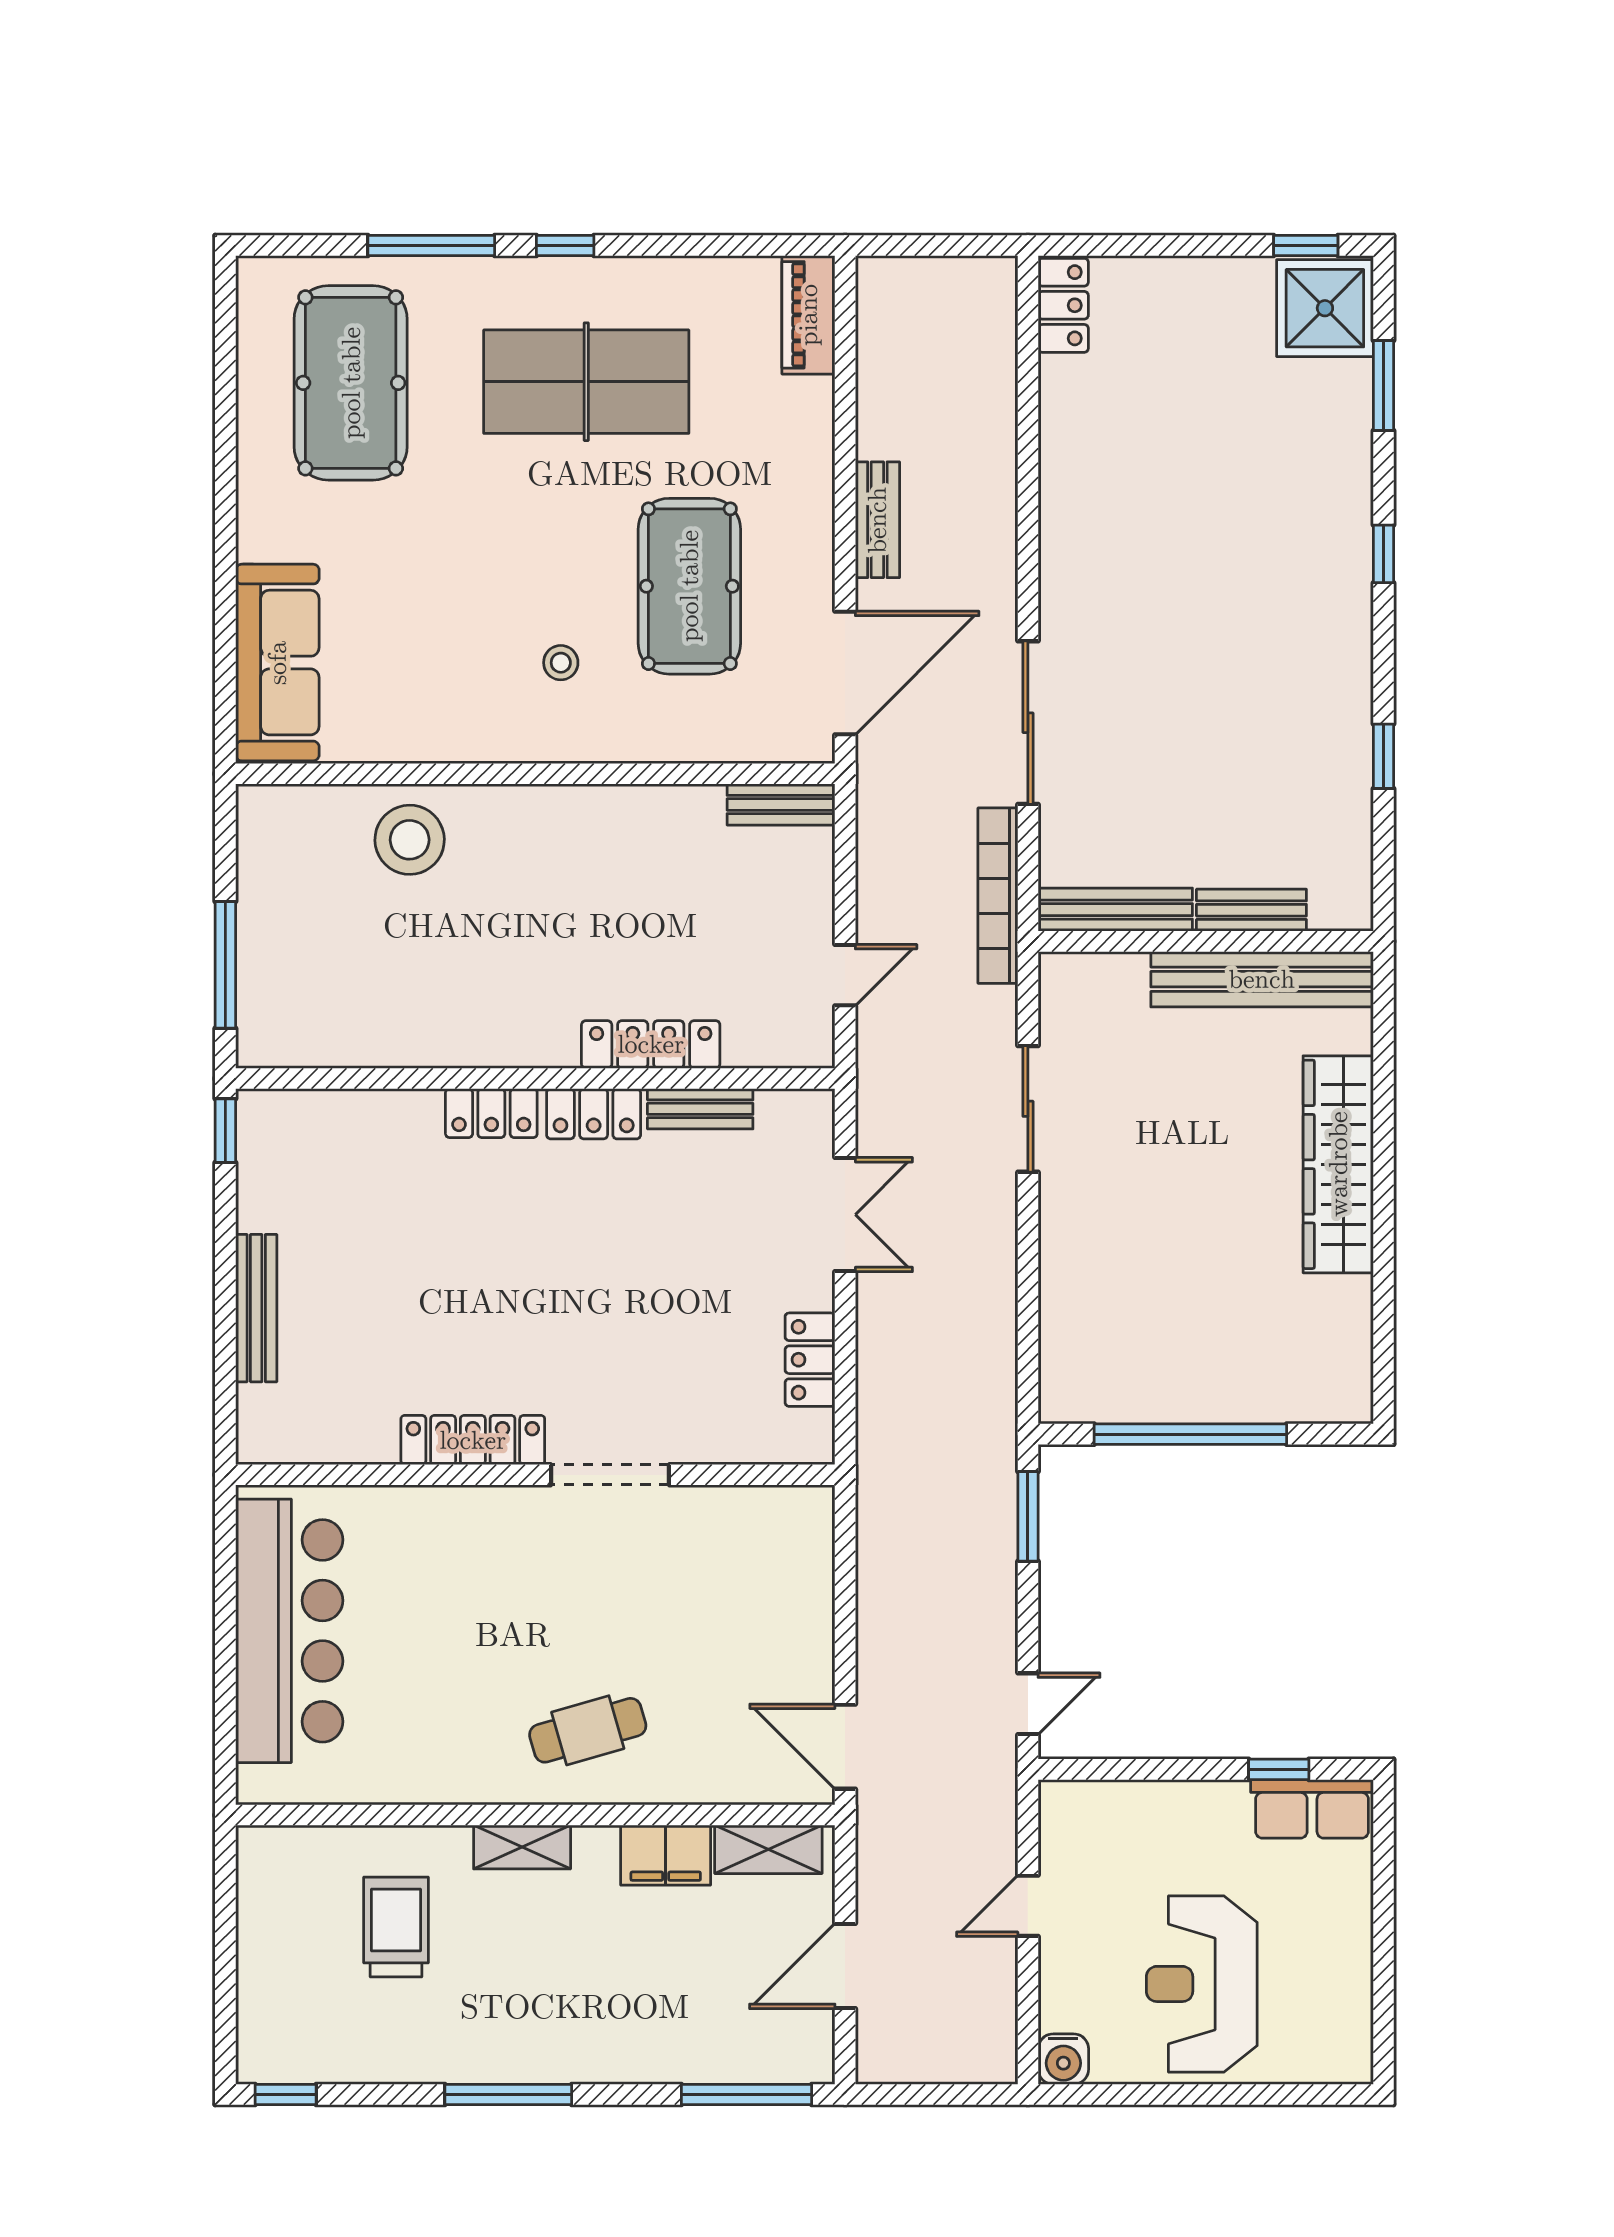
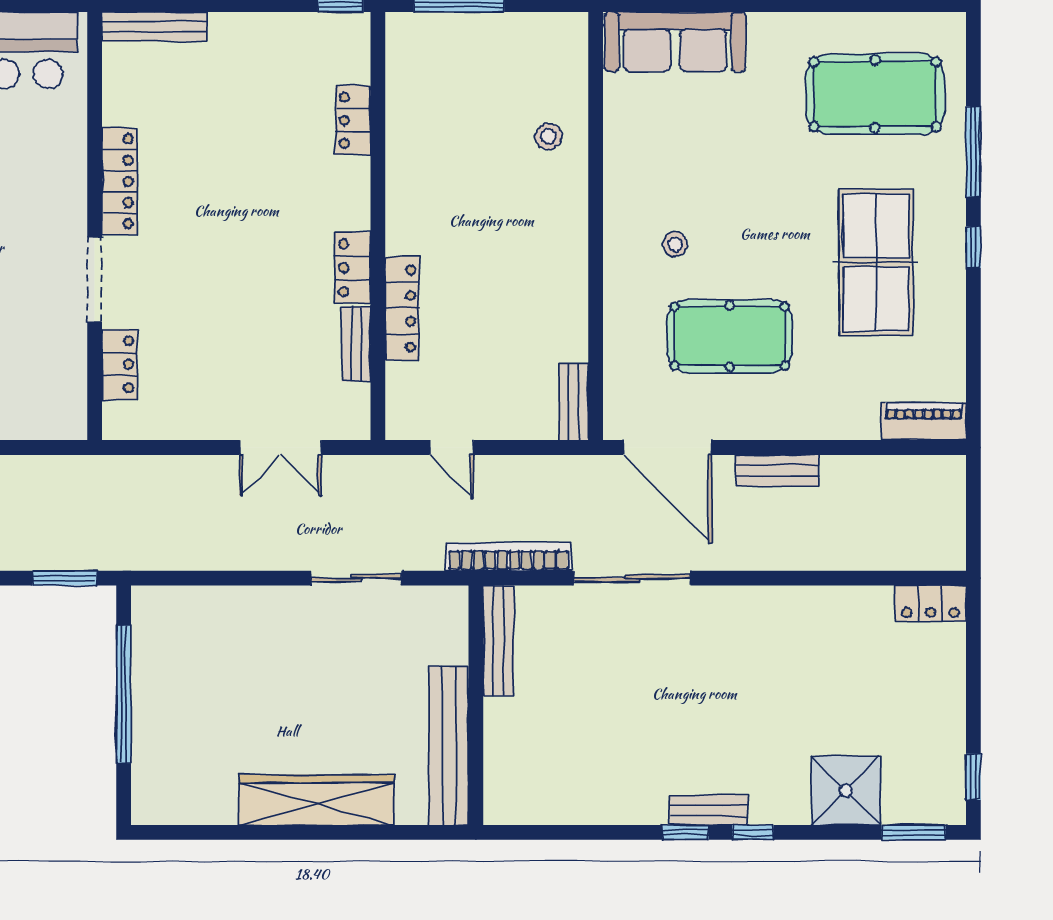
shower: (1325, 308) -> (846, 791), moved
window: (1384, 386) -> (914, 832), moved
window: (1384, 756) -> (686, 832), moved
stool: (410, 840) -> (548, 136), width x0.53, depth x0.53
bench: (1251, 910) -> (709, 810), moved, turned 90
locker: (491, 1113) -> (353, 120), moved
bench: (256, 1308) -> (154, 27), moved
locker: (810, 1360) -> (120, 364), moved, turned 90

